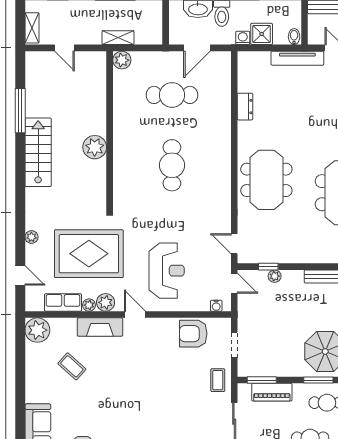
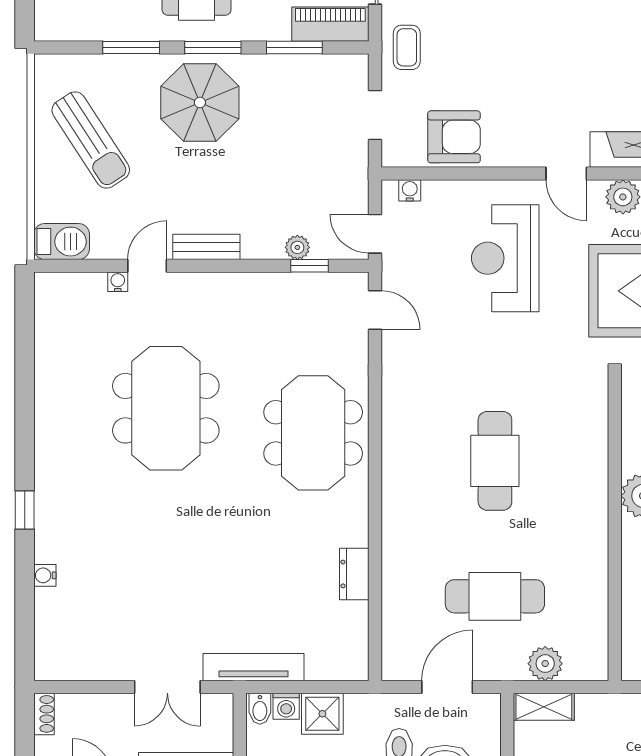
shelving: (118, 38) -> (544, 707), moved
washing machine: (243, 38) -> (286, 706), moved
plant: (122, 60) -> (545, 664), moved
window: (262, 380) -> (294, 48), moved
piano: (272, 392) -> (330, 24), moved

